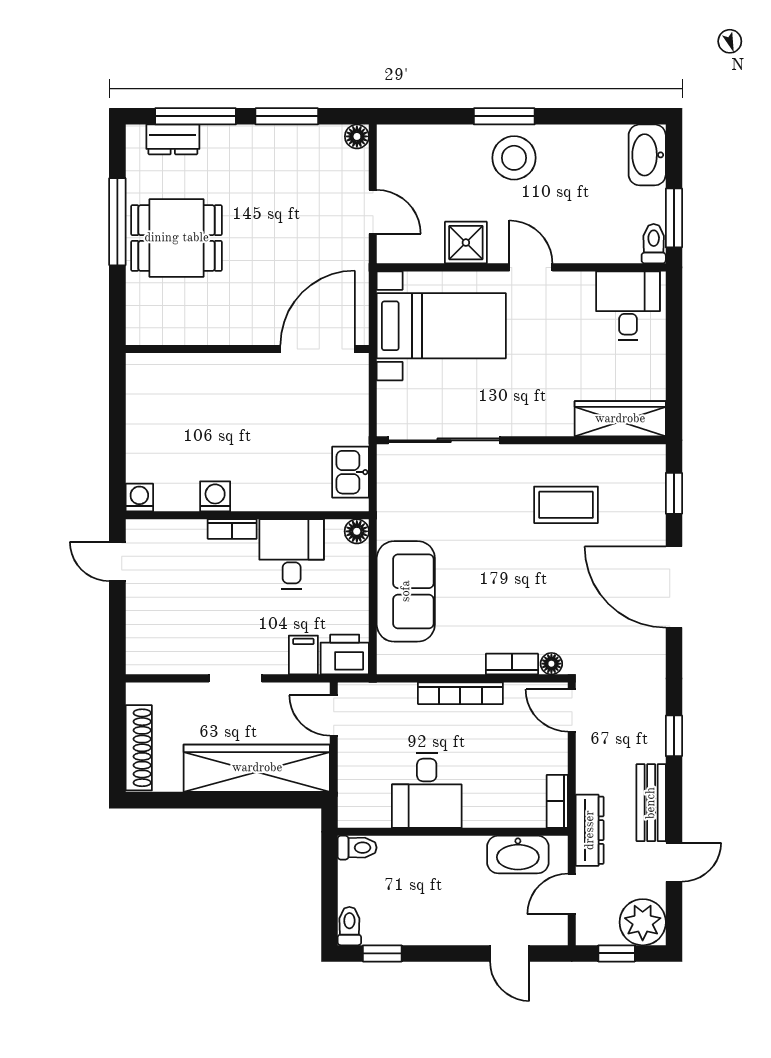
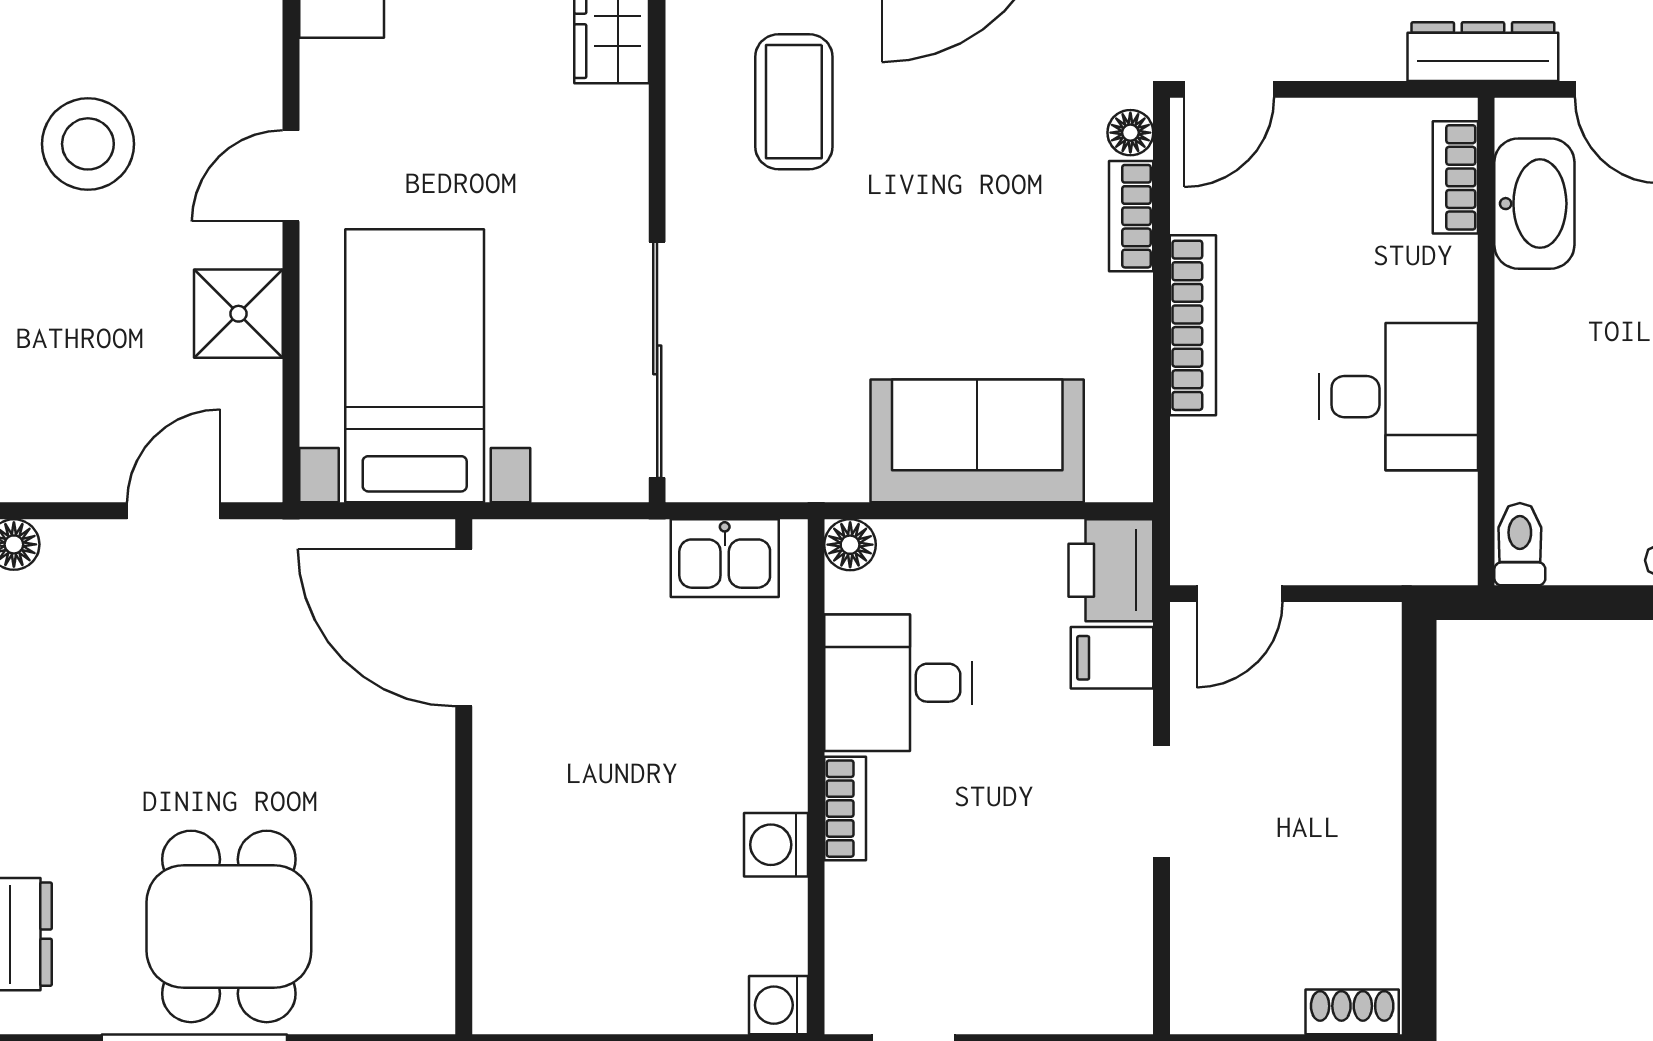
stool: (514, 158) -> (88, 144), moved
shoe rack: (139, 748) -> (1352, 1012), width x0.51, depth x0.81
wardrobe: (257, 768) -> (1352, 757), removed
bookcase: (557, 801) -> (1455, 177), moved, turned 90

